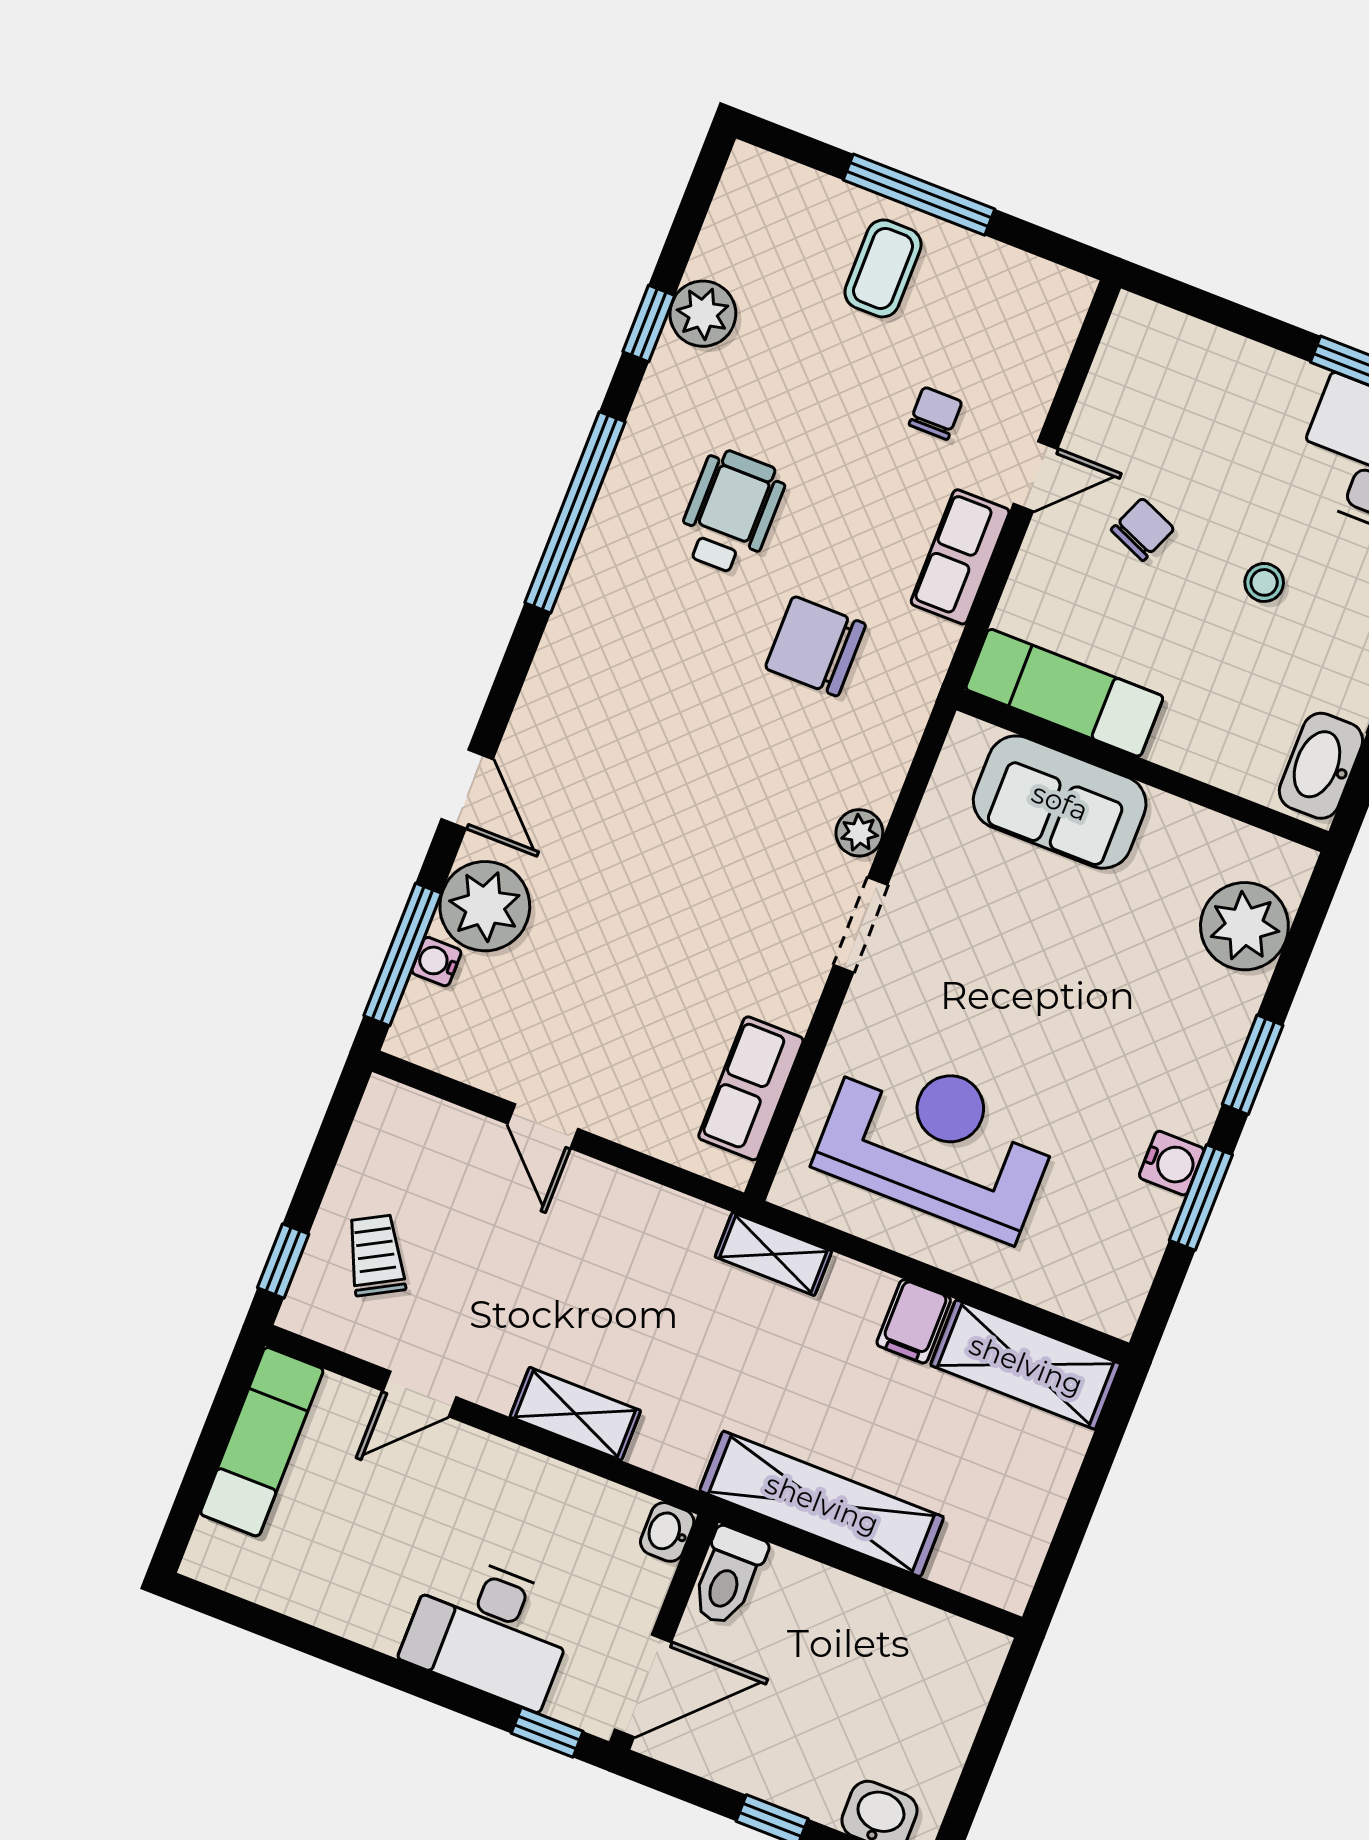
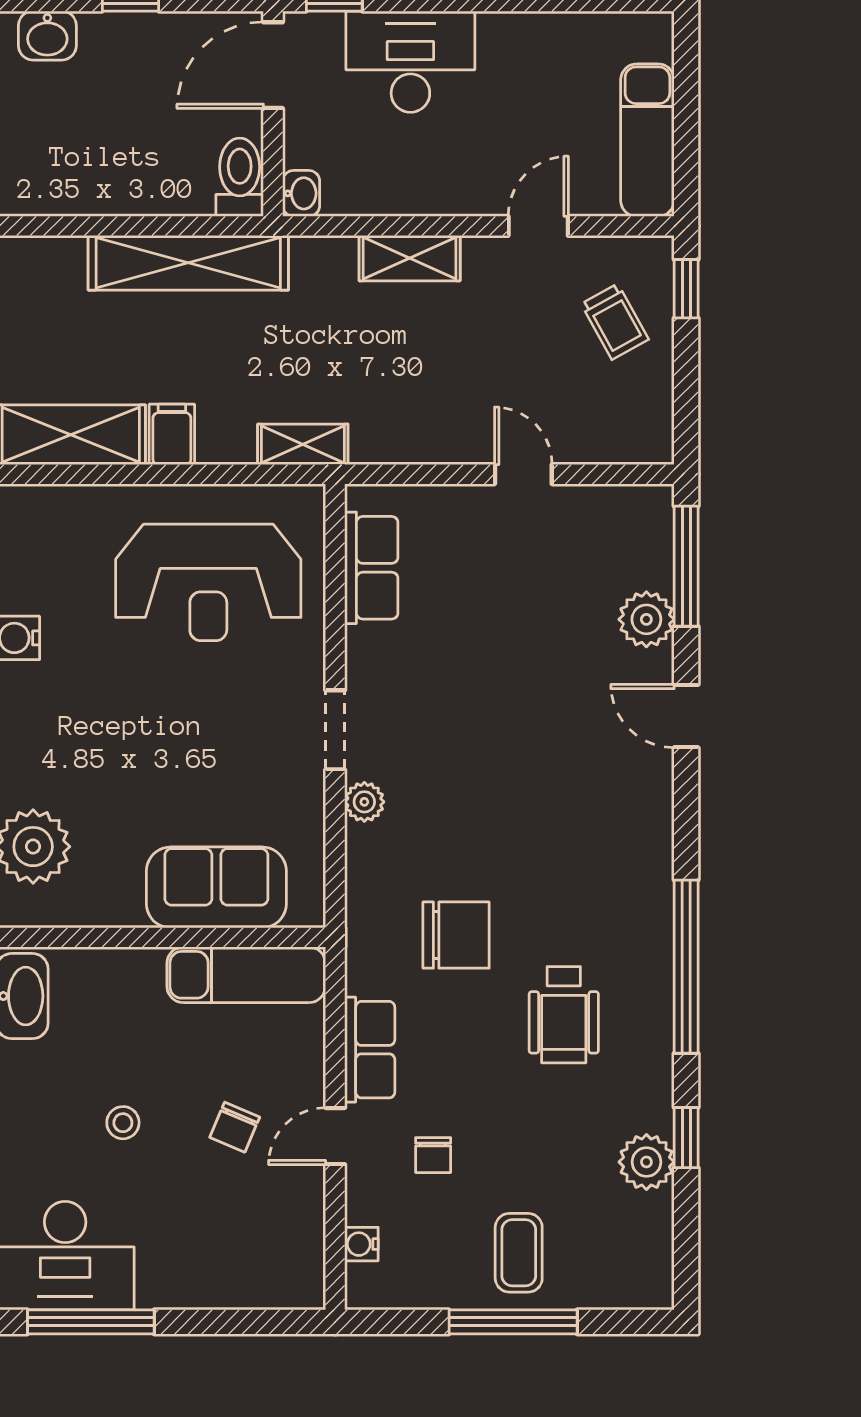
plant: (485, 906) -> (646, 619), width x0.73, depth x0.73
water cooler: (436, 962) -> (361, 1244), moved, turned 180

